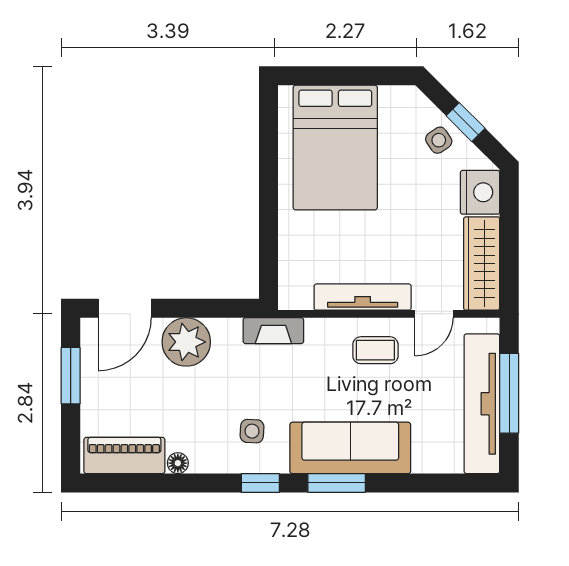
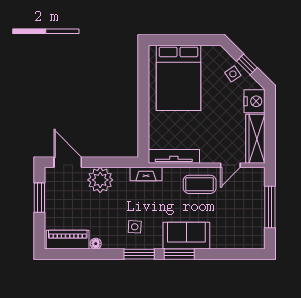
tv unit: (363, 297) -> (174, 156), moved
door: (125, 308) -> (68, 162), swing flipped
coffee table: (375, 350) -> (200, 184), width x1.36, depth x1.30
tv unit: (482, 404) -> (256, 212), removed
sofa: (350, 448) -> (186, 236), width x0.73
window: (260, 483) -> (139, 254), width x1.50

